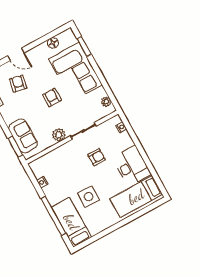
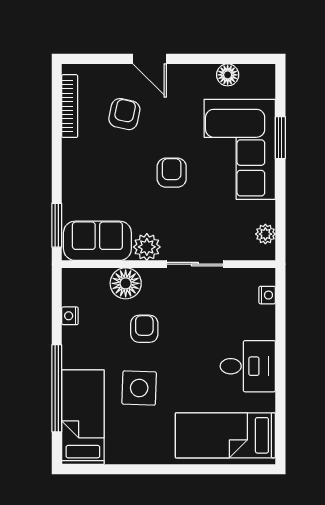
window: (84, 46) -> (280, 138), moved
sofa: (23, 136) -> (97, 241), moved, turned -90
floor lamp: (58, 155) -> (126, 283), added
armchair: (97, 157) -> (144, 329), moved, turned -90
desk: (132, 166) -> (248, 366), width x0.73

